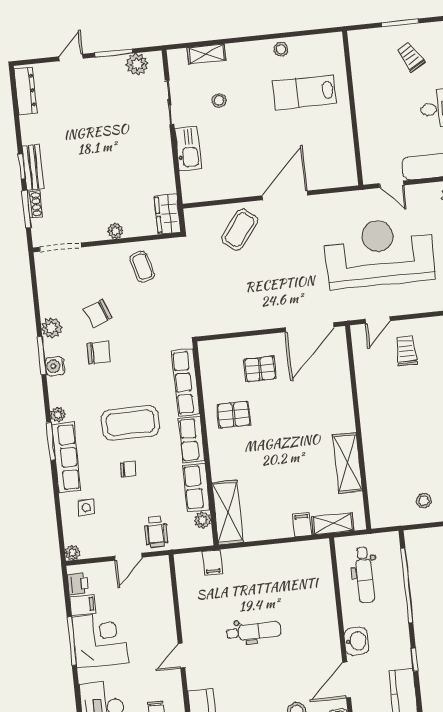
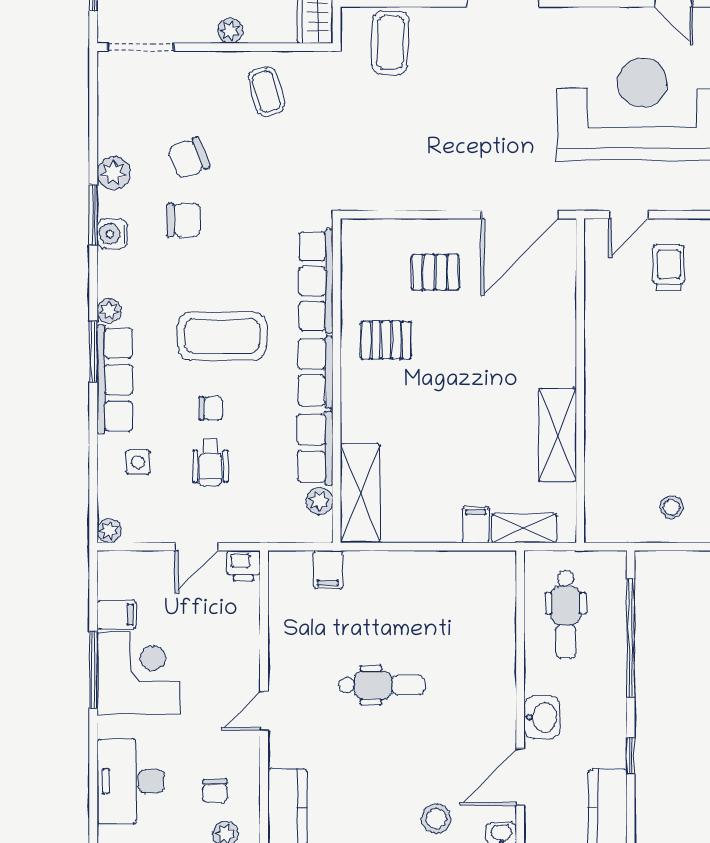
coffee table: (240, 230) -> (390, 43), moved, turned -36
wheelchair: (156, 532) -> (211, 462), moved
printer: (78, 584) -> (243, 566), moved, turned 90

